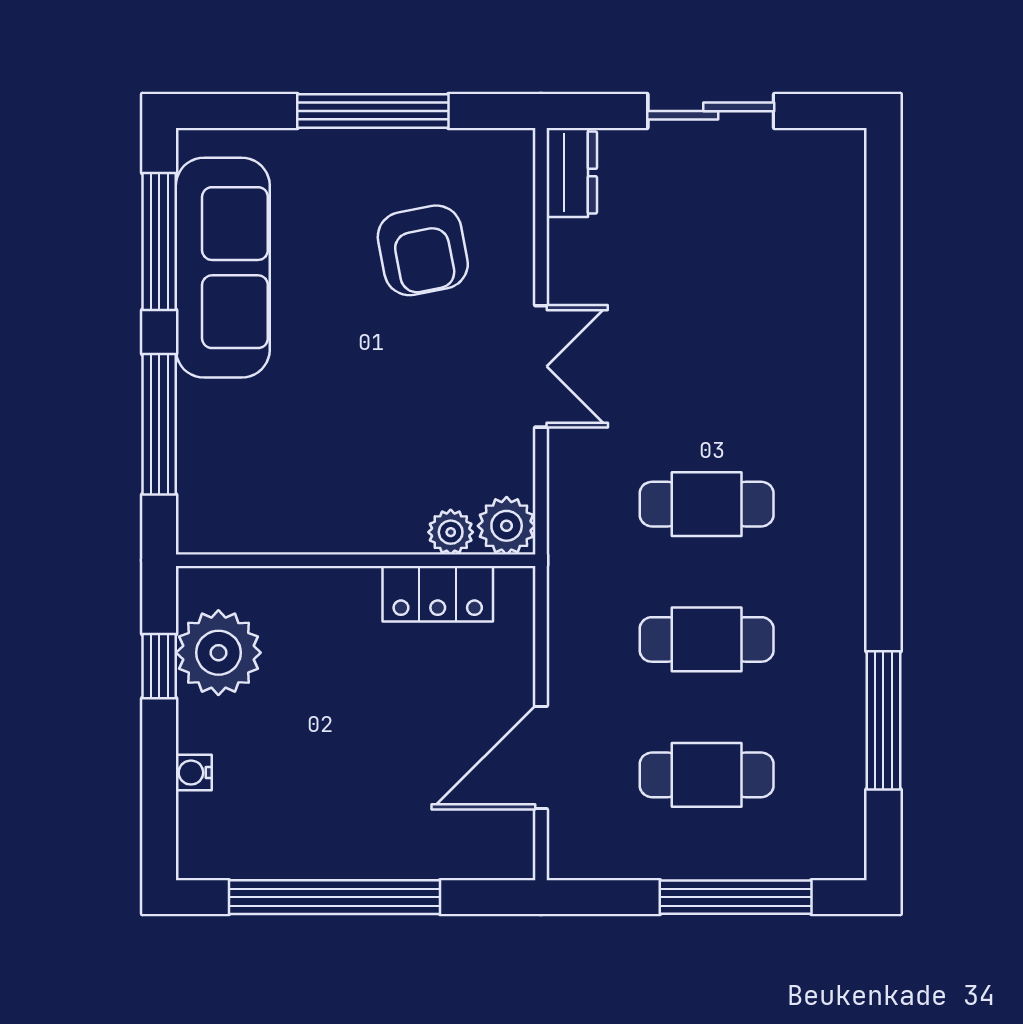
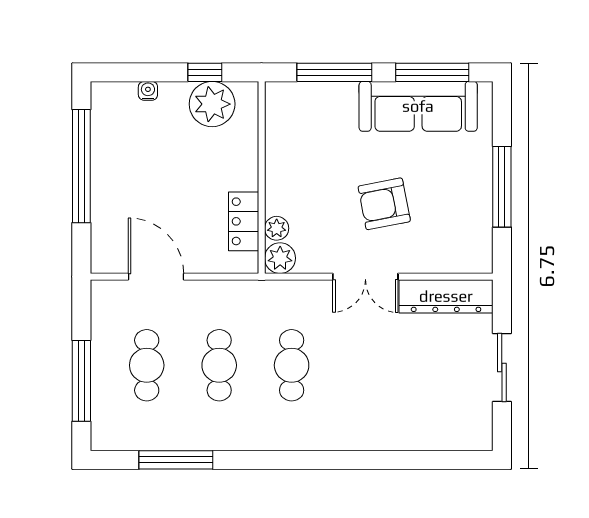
dresser: (572, 173) -> (446, 296), width x1.96, depth x1.24
armchair: (423, 250) -> (384, 204), moved

